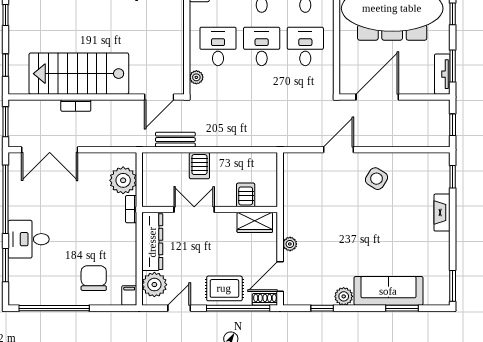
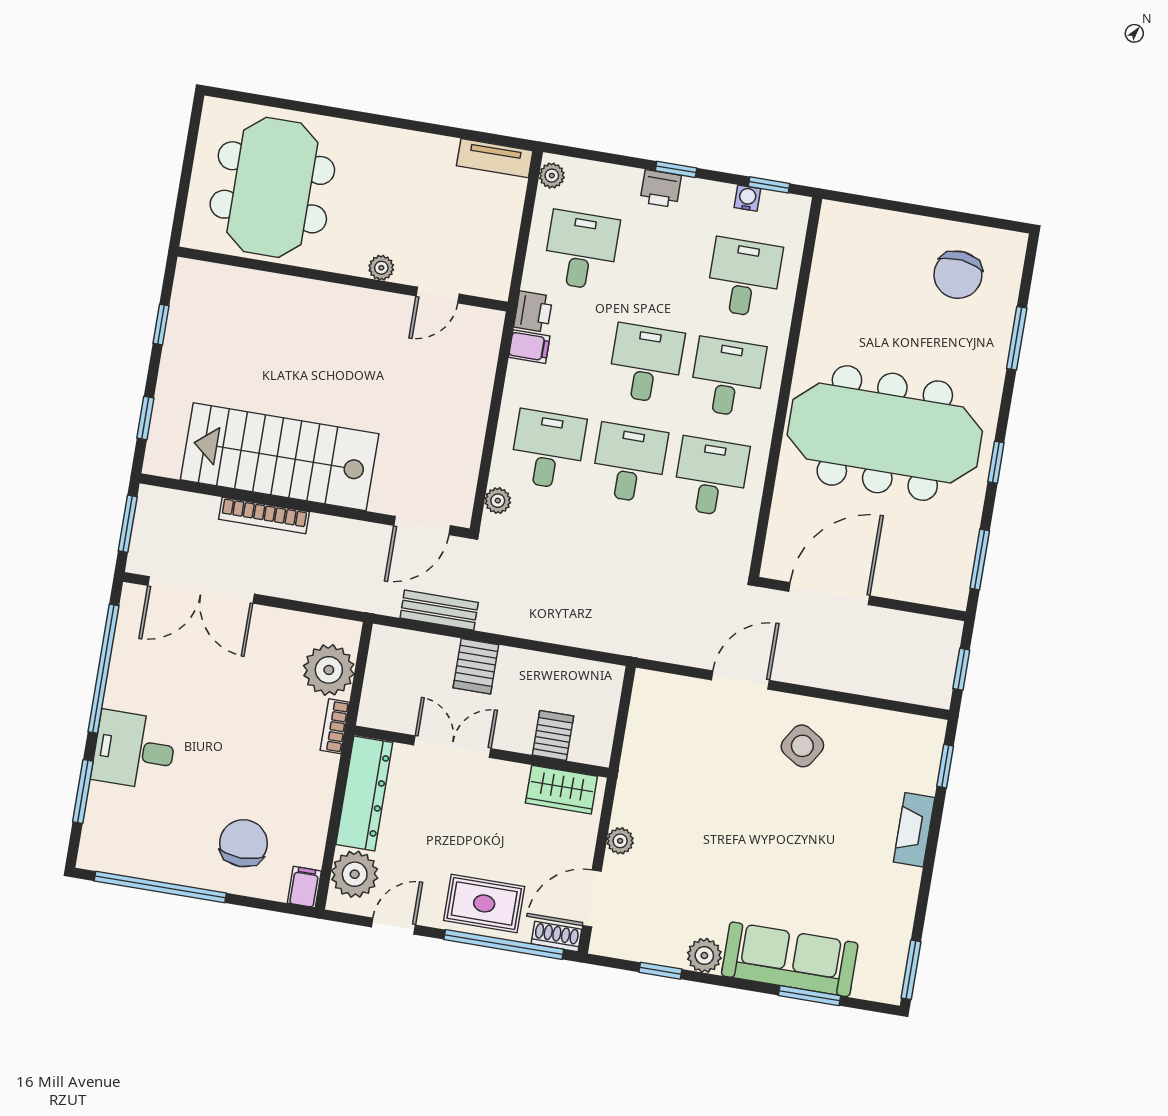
tv unit: (442, 74) -> (958, 571), removed
bookcase: (76, 106) -> (264, 516), width x1.56

